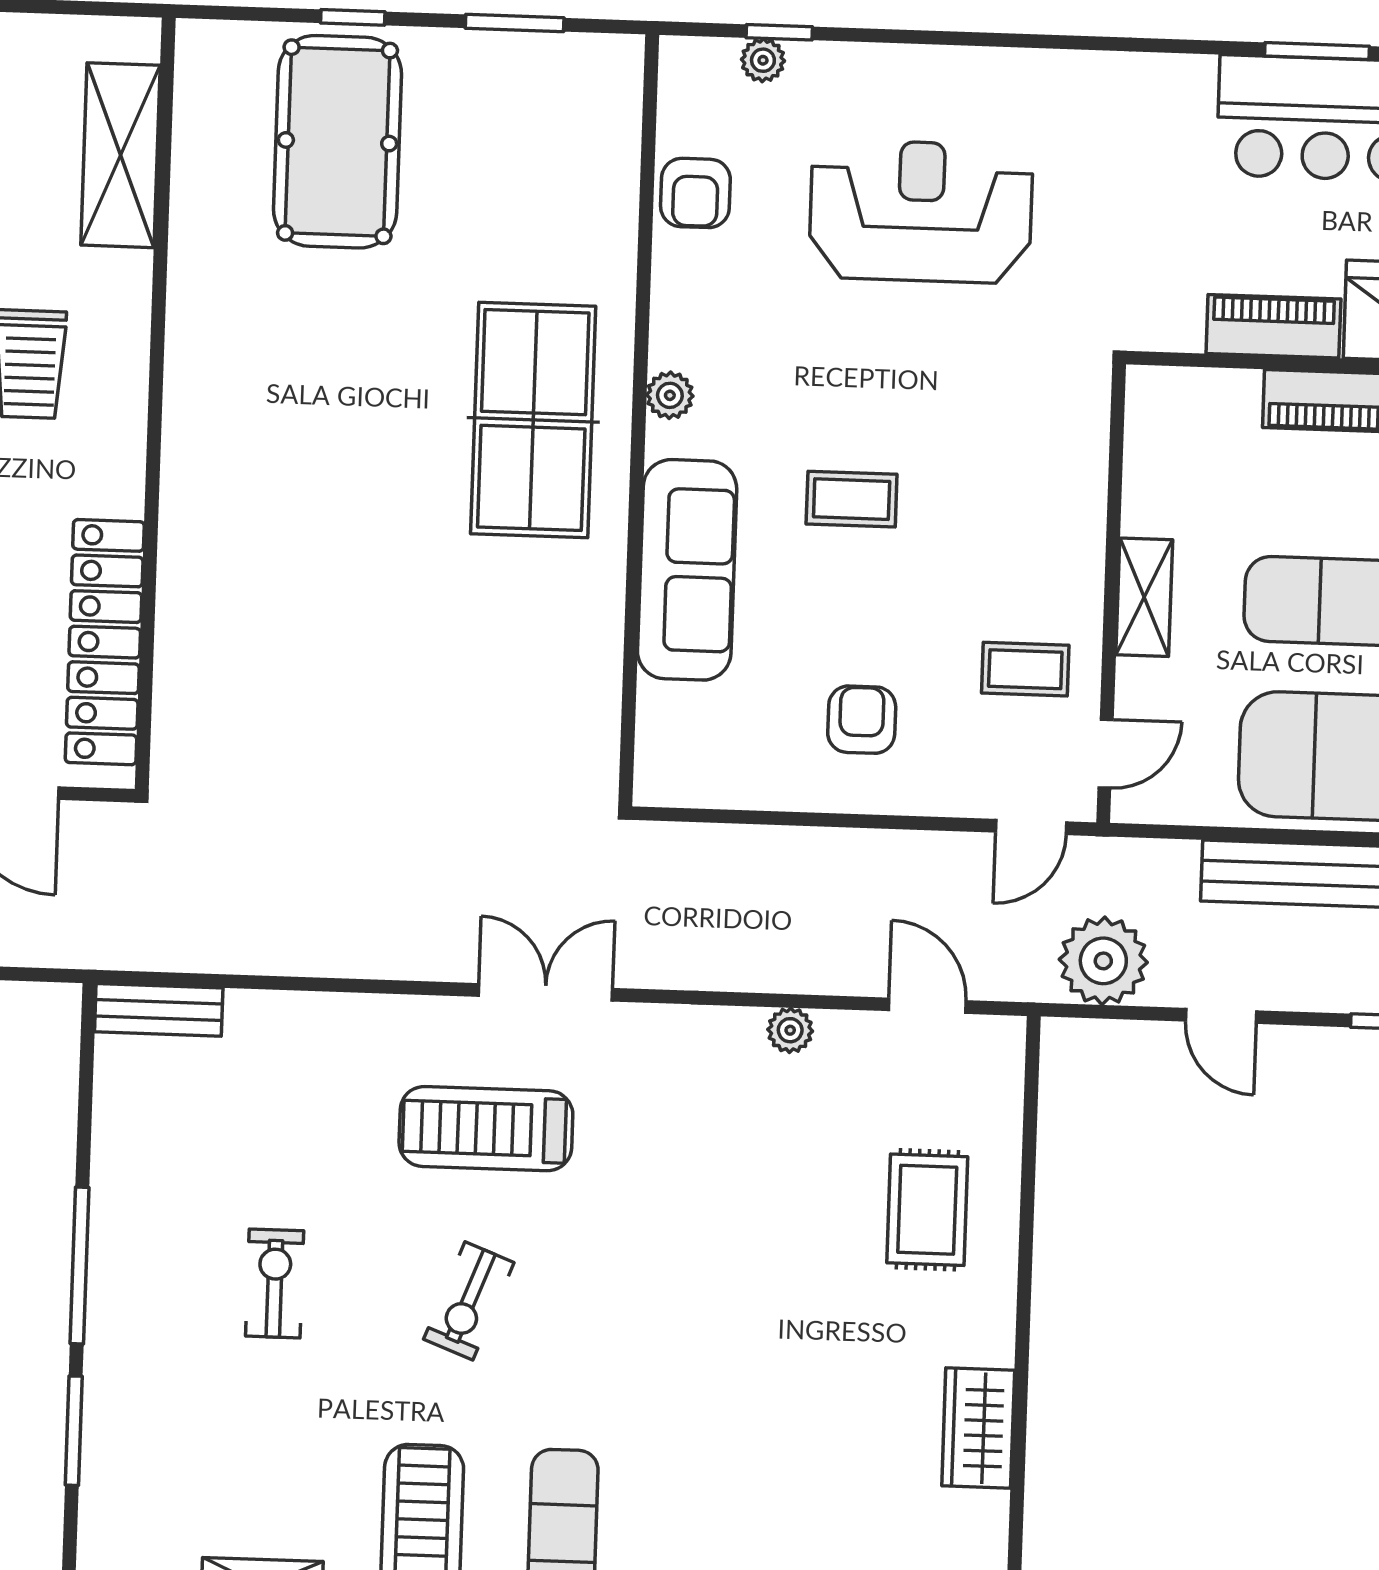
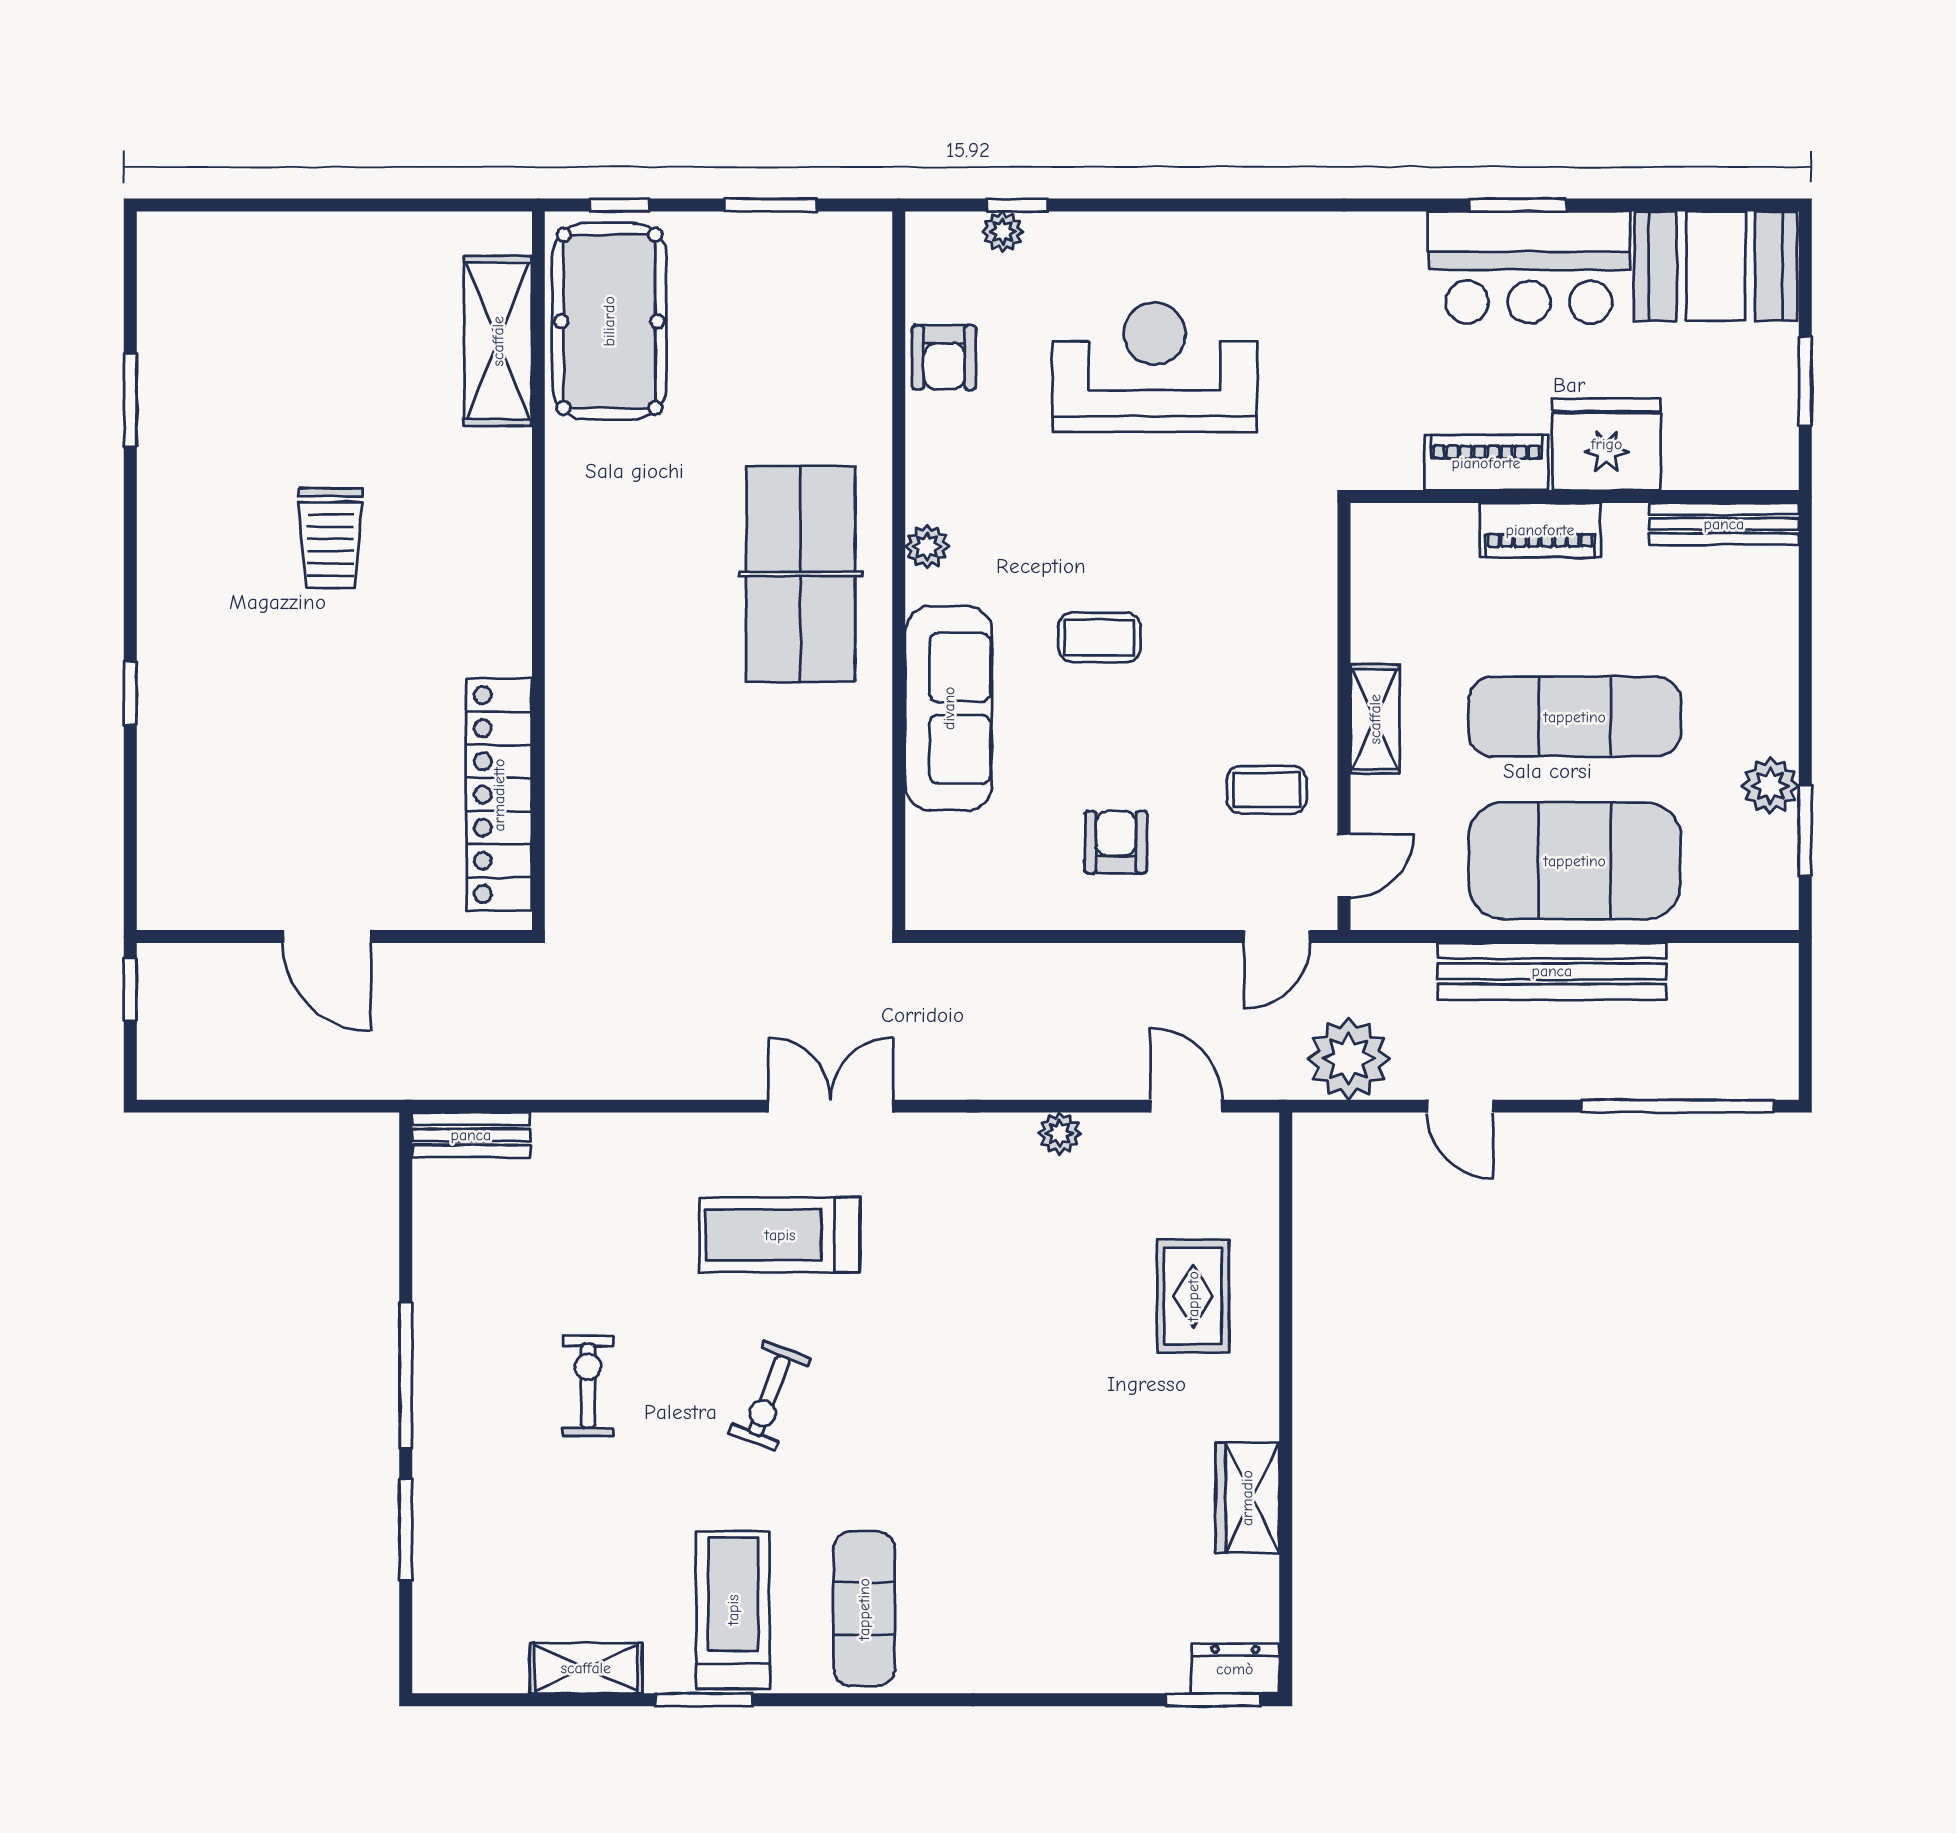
shelving: (120, 155) -> (498, 341), moved
wall: (155, 403) -> (538, 571), moved
locker: (105, 642) -> (499, 795), moved

